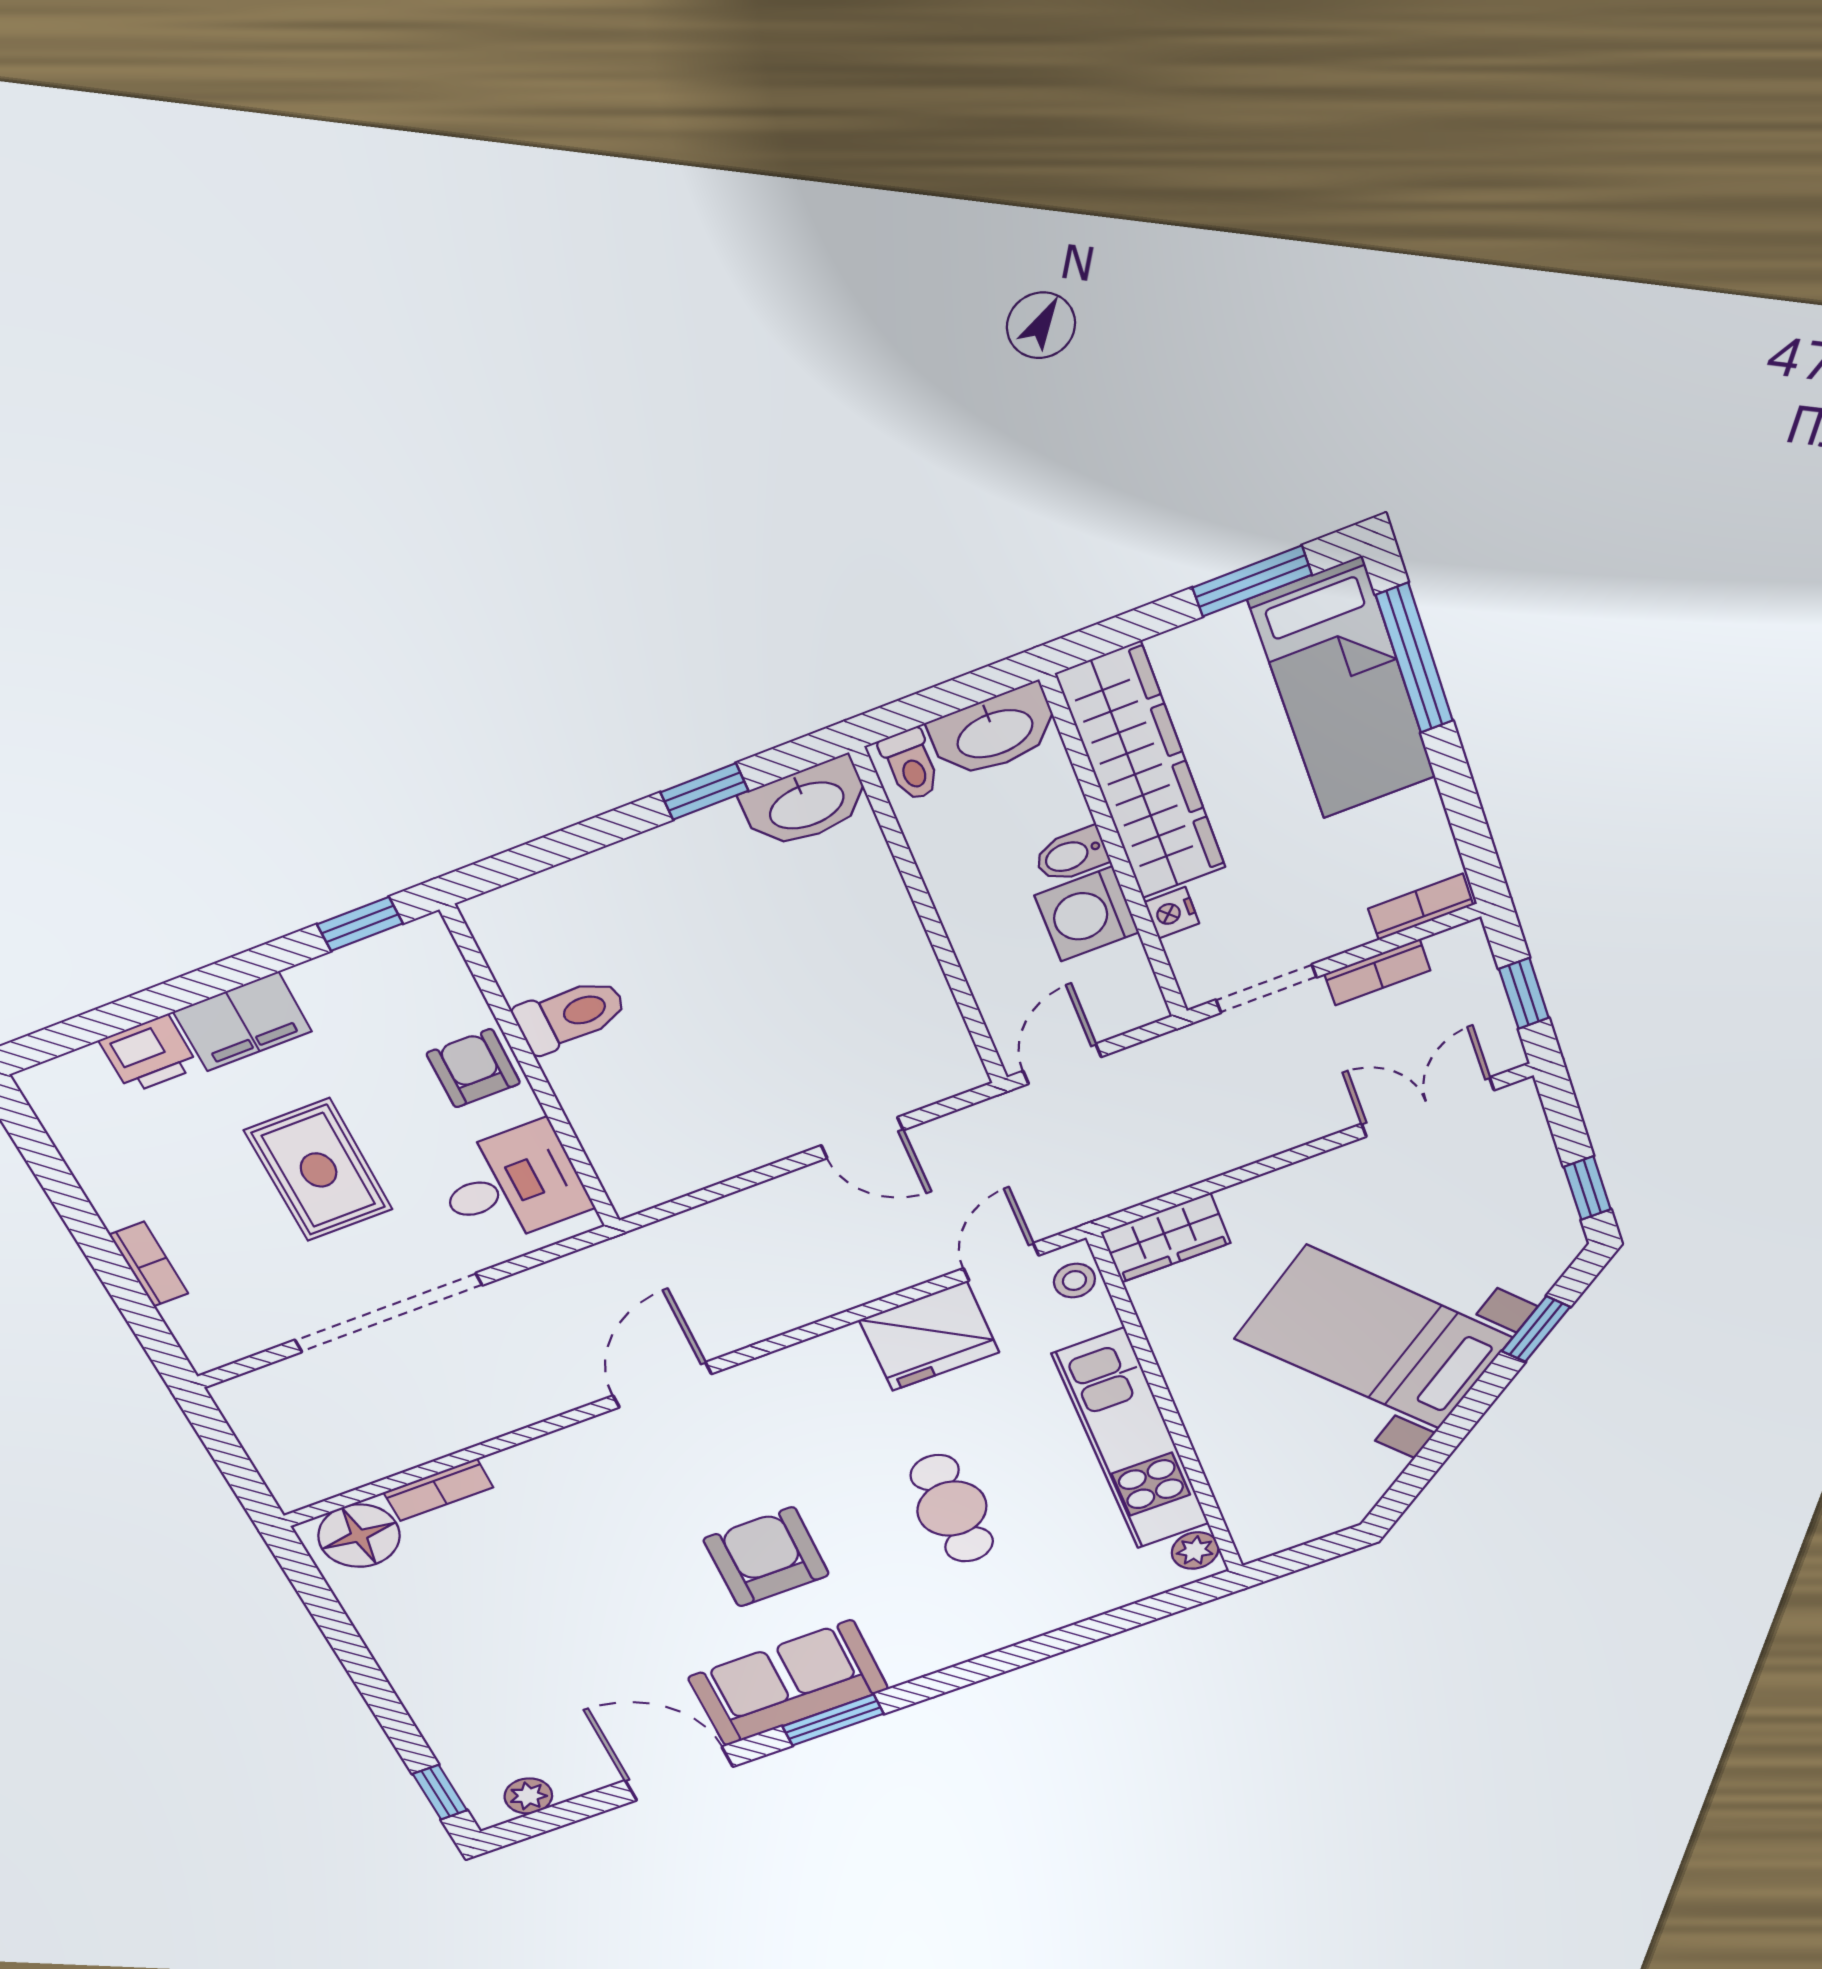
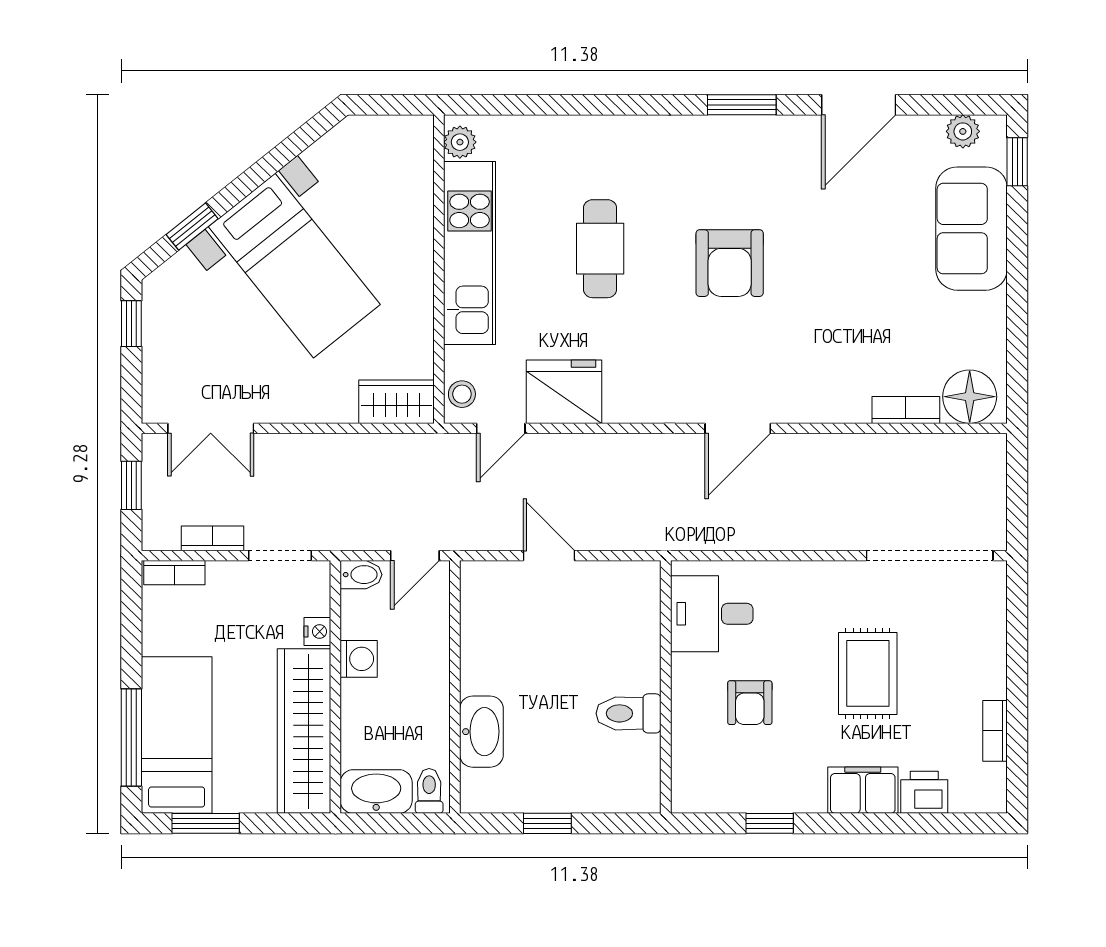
washbasin: (806, 804) -> (481, 732), moved, turned 90
bidet: (1071, 855) -> (361, 575), moved
washing machine: (1087, 914) -> (359, 659), width x0.73, depth x0.73
toilet: (571, 1015) -> (628, 713), moved
wall: (532, 1070) -> (666, 687), moved
desk: (511, 1185) -> (712, 614), moved
bookcase: (149, 1264) -> (995, 731), moved
doorway: (388, 1313) -> (930, 556), moved
sofa: (788, 1683) -> (971, 229), moved, turned 90
door: (679, 1774) -> (859, 105), hinge flipped

